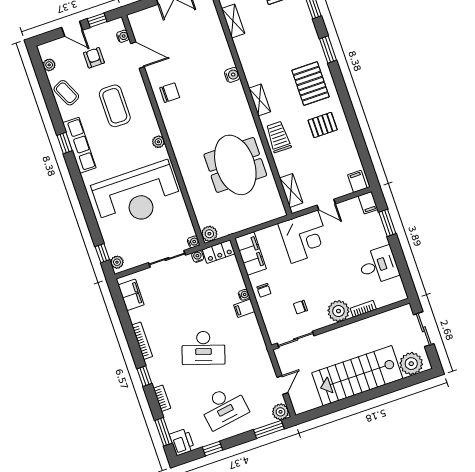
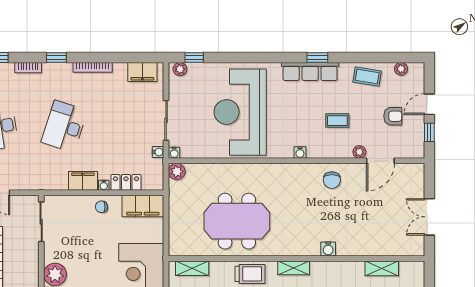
water cooler: (123, 36) -> (300, 153), moved
coffee table: (66, 93) -> (367, 77), turned 34
coffee table: (115, 106) -> (337, 121), width x0.54, depth x0.58
plant: (158, 142) -> (359, 152), moved
locker: (219, 252) -> (126, 182), moved, turned 90
chair: (300, 307) -> (72, 238), removed
filing cabinet: (244, 308) -> (83, 181), width x2.00

